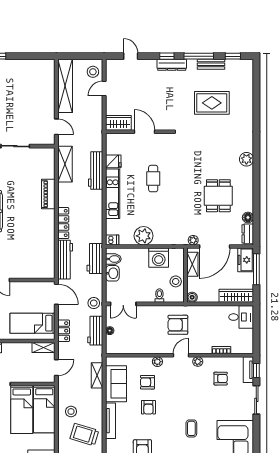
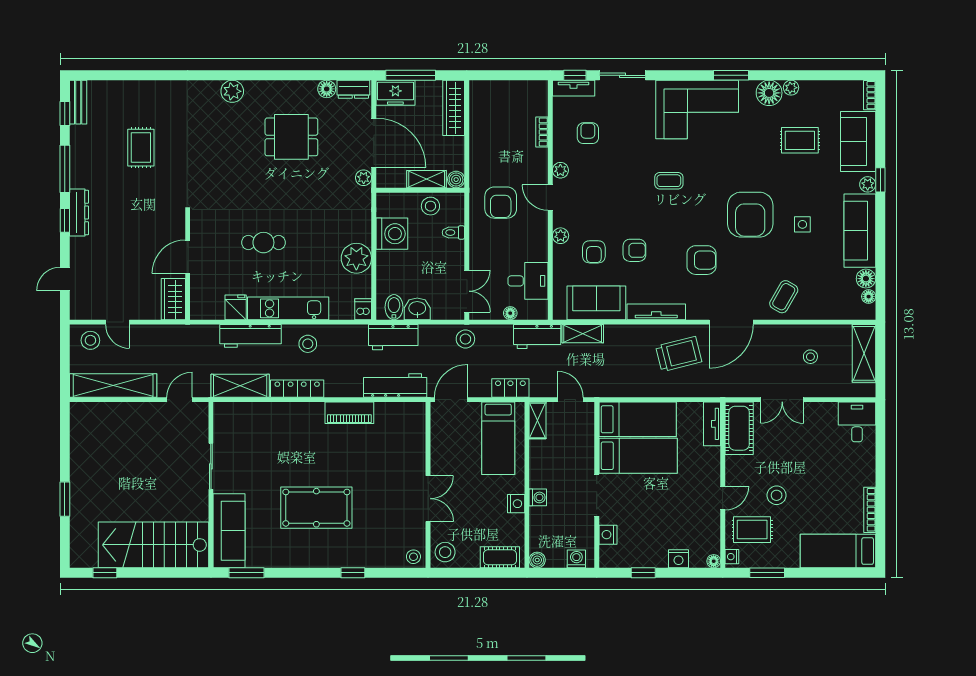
bench: (211, 64) -> (78, 102), moved
rug: (212, 103) -> (141, 148), width x0.73, depth x0.70
piano: (48, 194) -> (349, 413), moved
locker: (63, 223) -> (297, 389), moved
shelving: (192, 264) -> (427, 179), moved
desk: (241, 317) -> (528, 281), moved, turned 90
workbench: (95, 331) -> (537, 336), moved
stool: (71, 411) -> (308, 344), moved
trolley: (84, 435) -> (679, 354), turned -121

